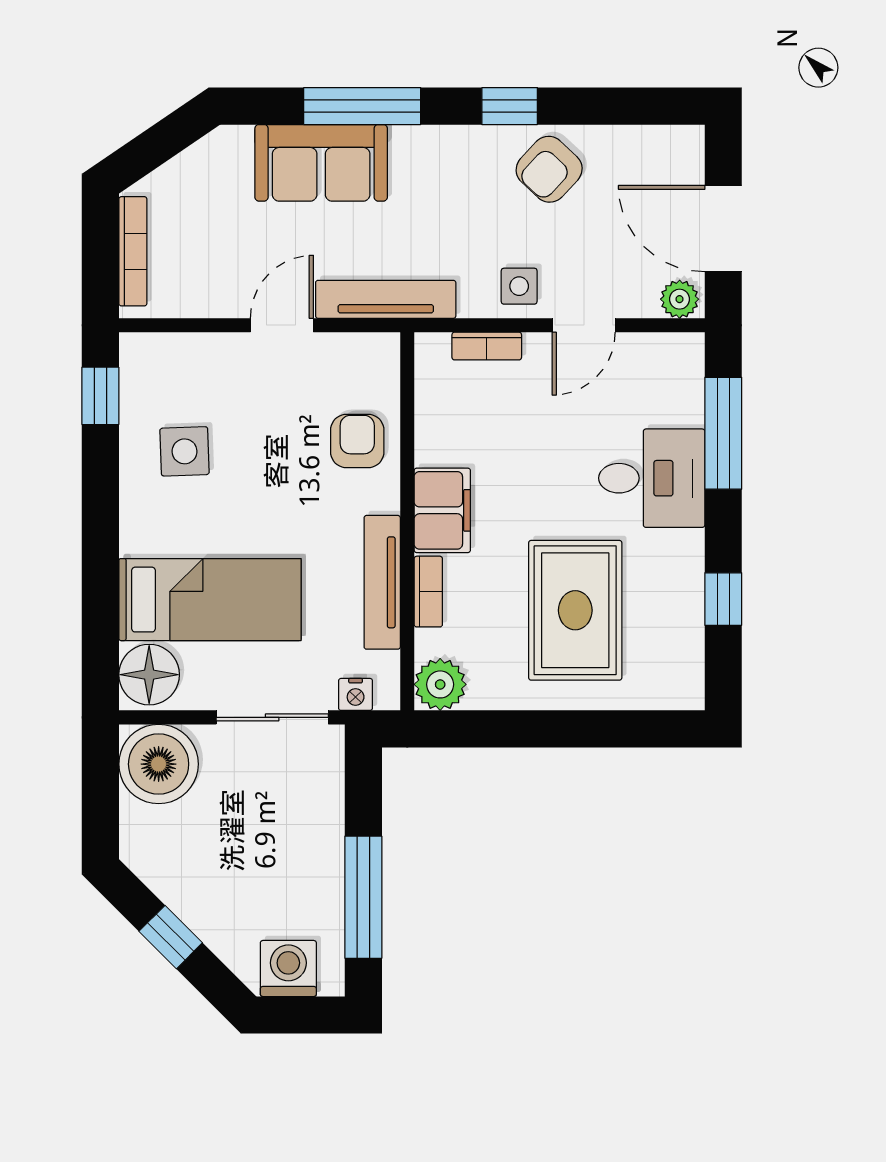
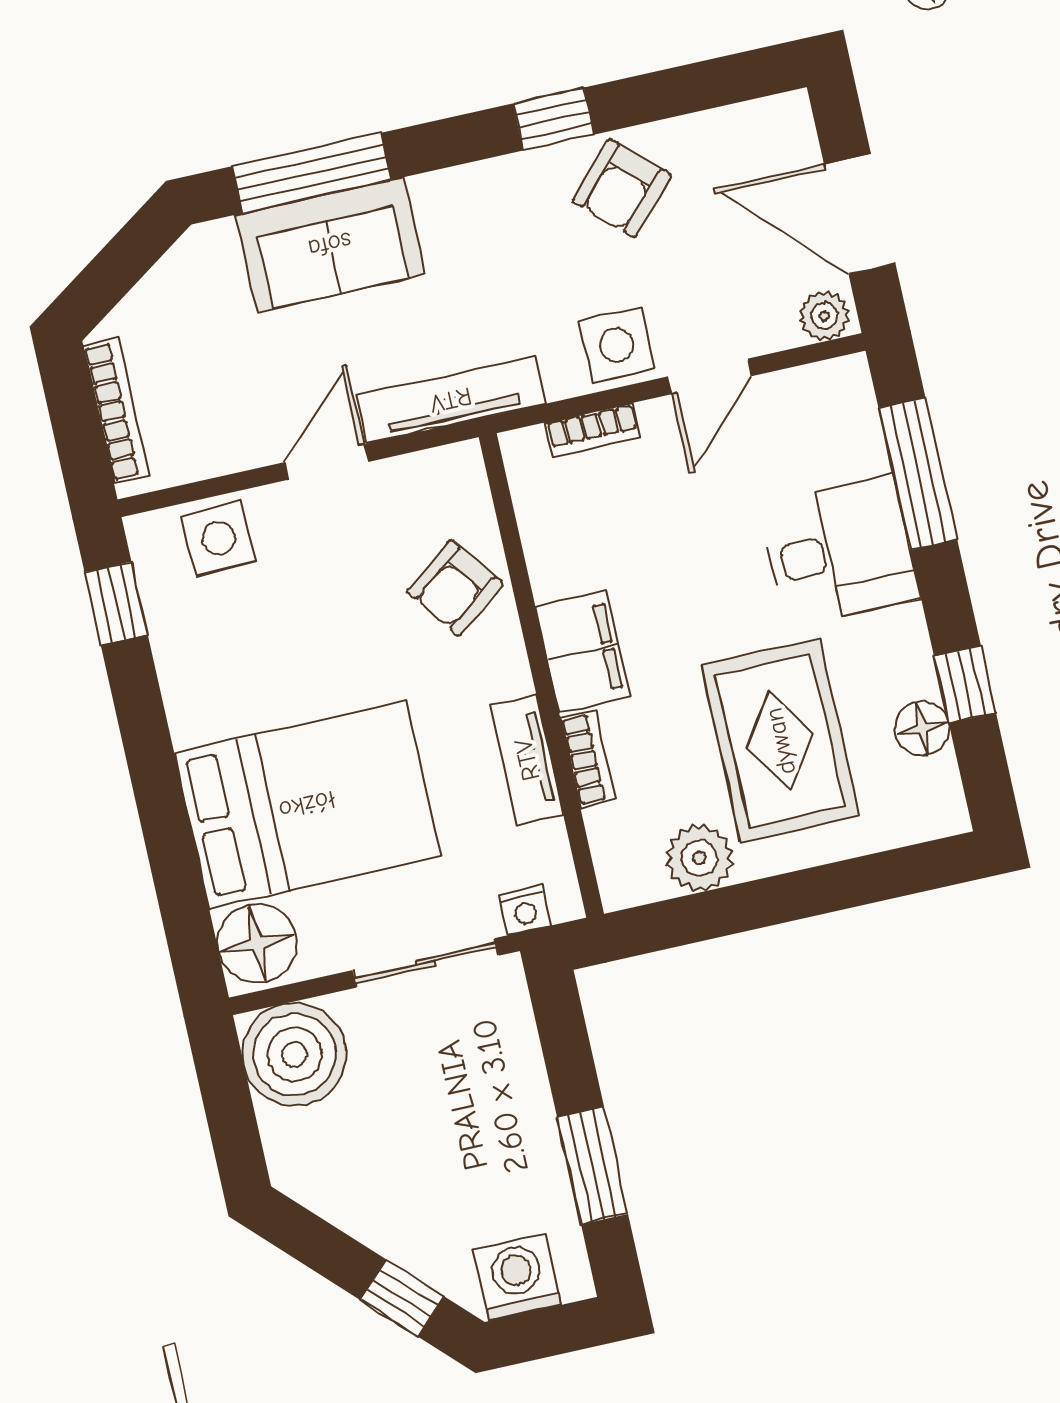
window: (362, 106) -> (312, 173), moved
side table: (519, 286) -> (617, 345), width x1.37, depth x1.37
armchair: (357, 441) -> (455, 588), turned -127
side table: (185, 451) -> (219, 538), moved
tv unit: (382, 582) -> (527, 760), width x0.71
bed: (210, 600) -> (307, 805), width x1.50
floor lamp: (684, 625) -> (922, 728), added
plant: (440, 684) -> (699, 858), moved
window: (363, 897) -> (592, 1165), width x0.69
window: (171, 937) -> (402, 1298), moved

